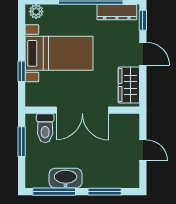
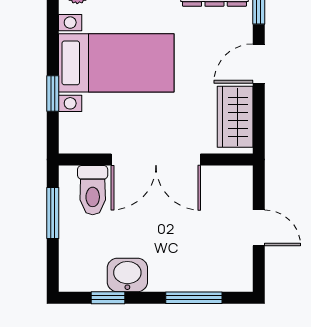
door: (143, 54) -> (259, 64), swing flipped
washbasin: (66, 178) -> (127, 275), width x0.72
window: (54, 192) -> (108, 298), width x0.46

